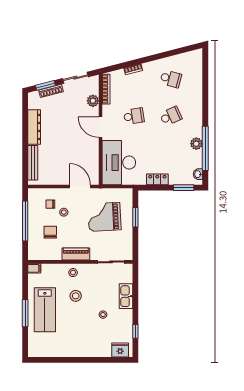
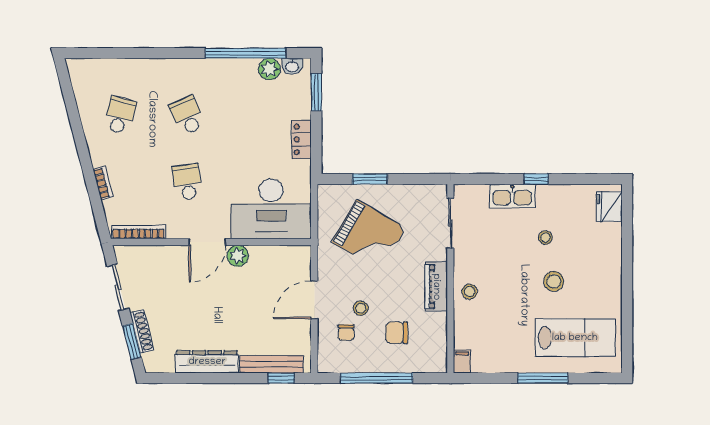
plant: (93, 101) -> (238, 256), moved
plant: (196, 144) -> (269, 69), moved
window: (25, 168) -> (281, 378), added
door: (80, 186) -> (314, 300), moved
grand piano: (104, 217) -> (369, 235), turned -57
stool: (76, 296) -> (554, 281), moved
lab bench: (45, 310) -> (575, 338), moved
window: (135, 331) -> (536, 179), moved

